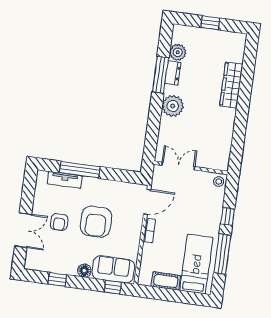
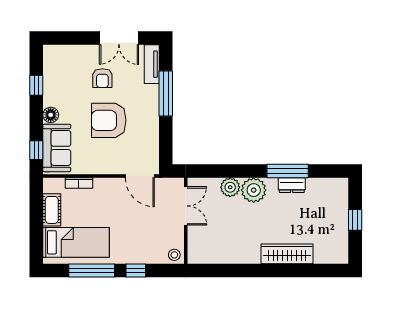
plant: (178, 52) -> (230, 187), moved
tv unit: (65, 180) -> (152, 64), moved
armchair: (59, 222) -> (102, 78), turned -91
double door: (23, 230) -> (119, 38), moved
bookcase: (149, 231) -> (79, 183), moved

